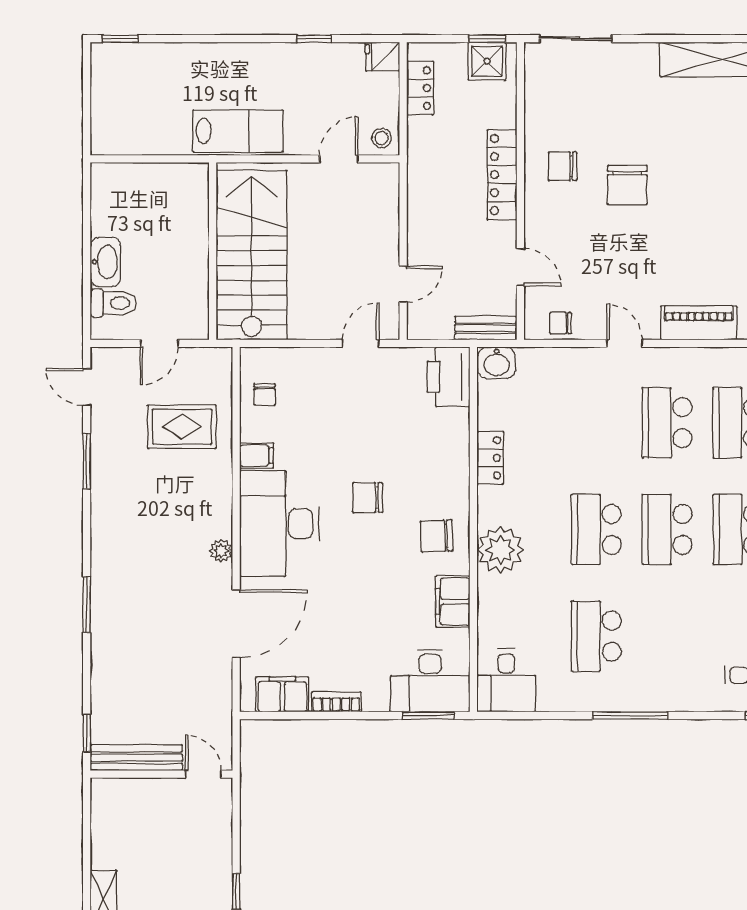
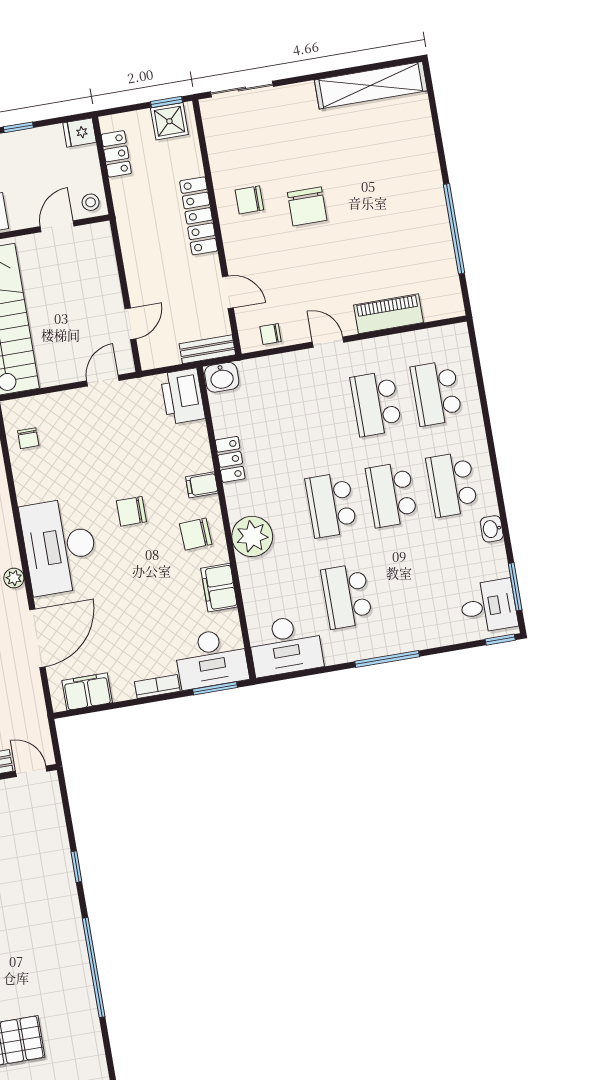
filing cabinet: (256, 456) -> (202, 485), moved, turned 180
desk: (506, 680) -> (286, 646), width x1.37
bookcase: (336, 702) -> (157, 686), moved

